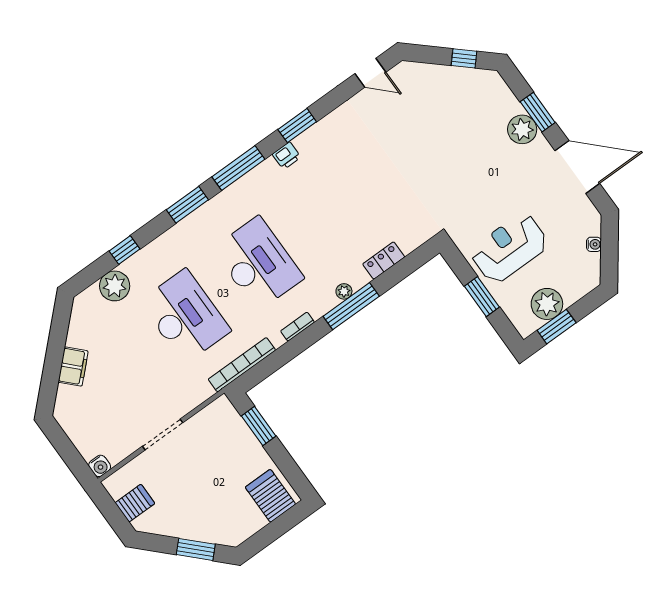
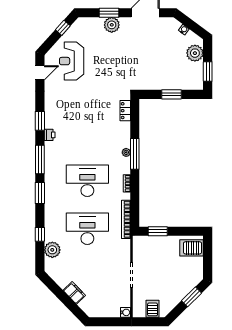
reception desk: (509, 248) -> (72, 61), moved
locker: (384, 260) -> (125, 111), moved
plant: (547, 304) -> (195, 53), moved

